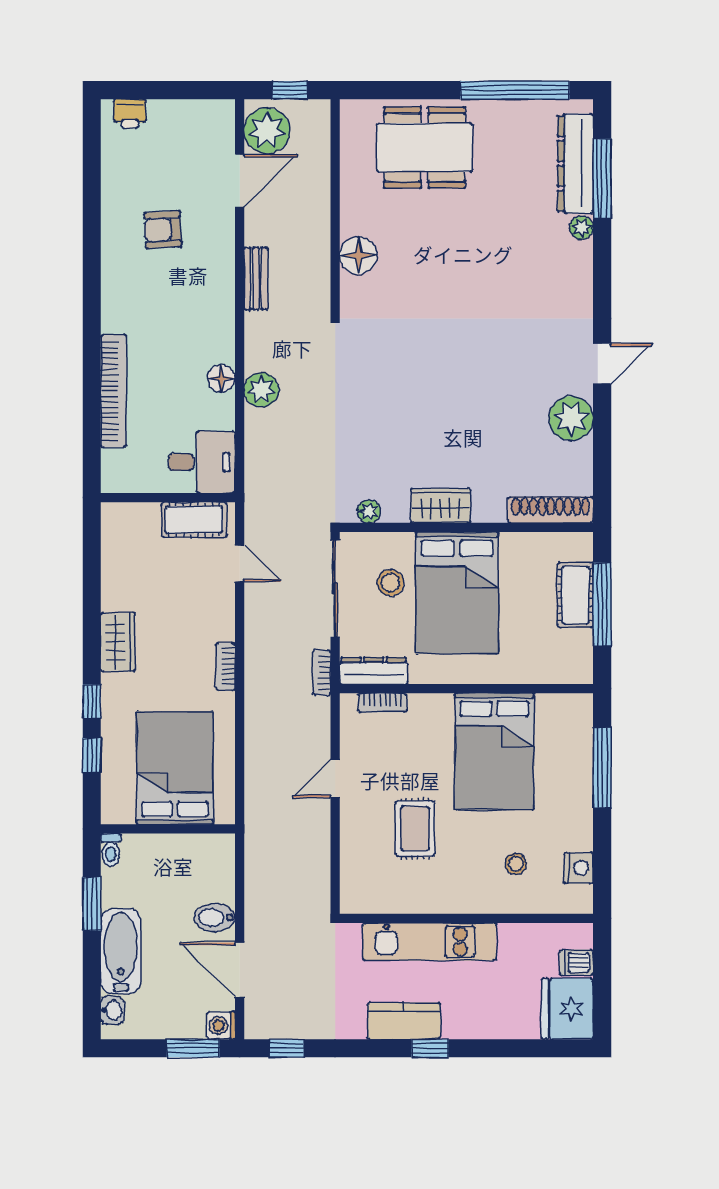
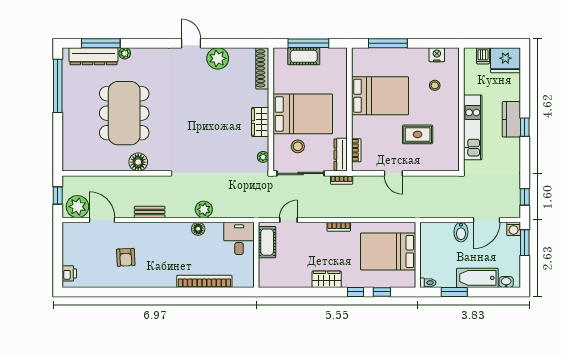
dining table: (425, 147) -> (124, 113), moved, width x1.36, depth x1.24
kitchen counter: (404, 1021) -> (511, 119), moved

